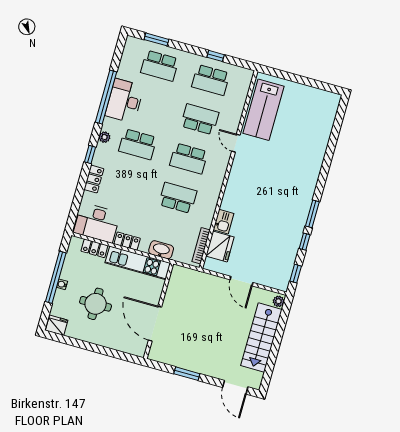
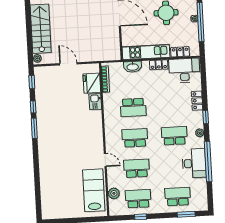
plant: (239, 97) -> (114, 193), added
school desk: (200, 119) -> (137, 168), turned 180

